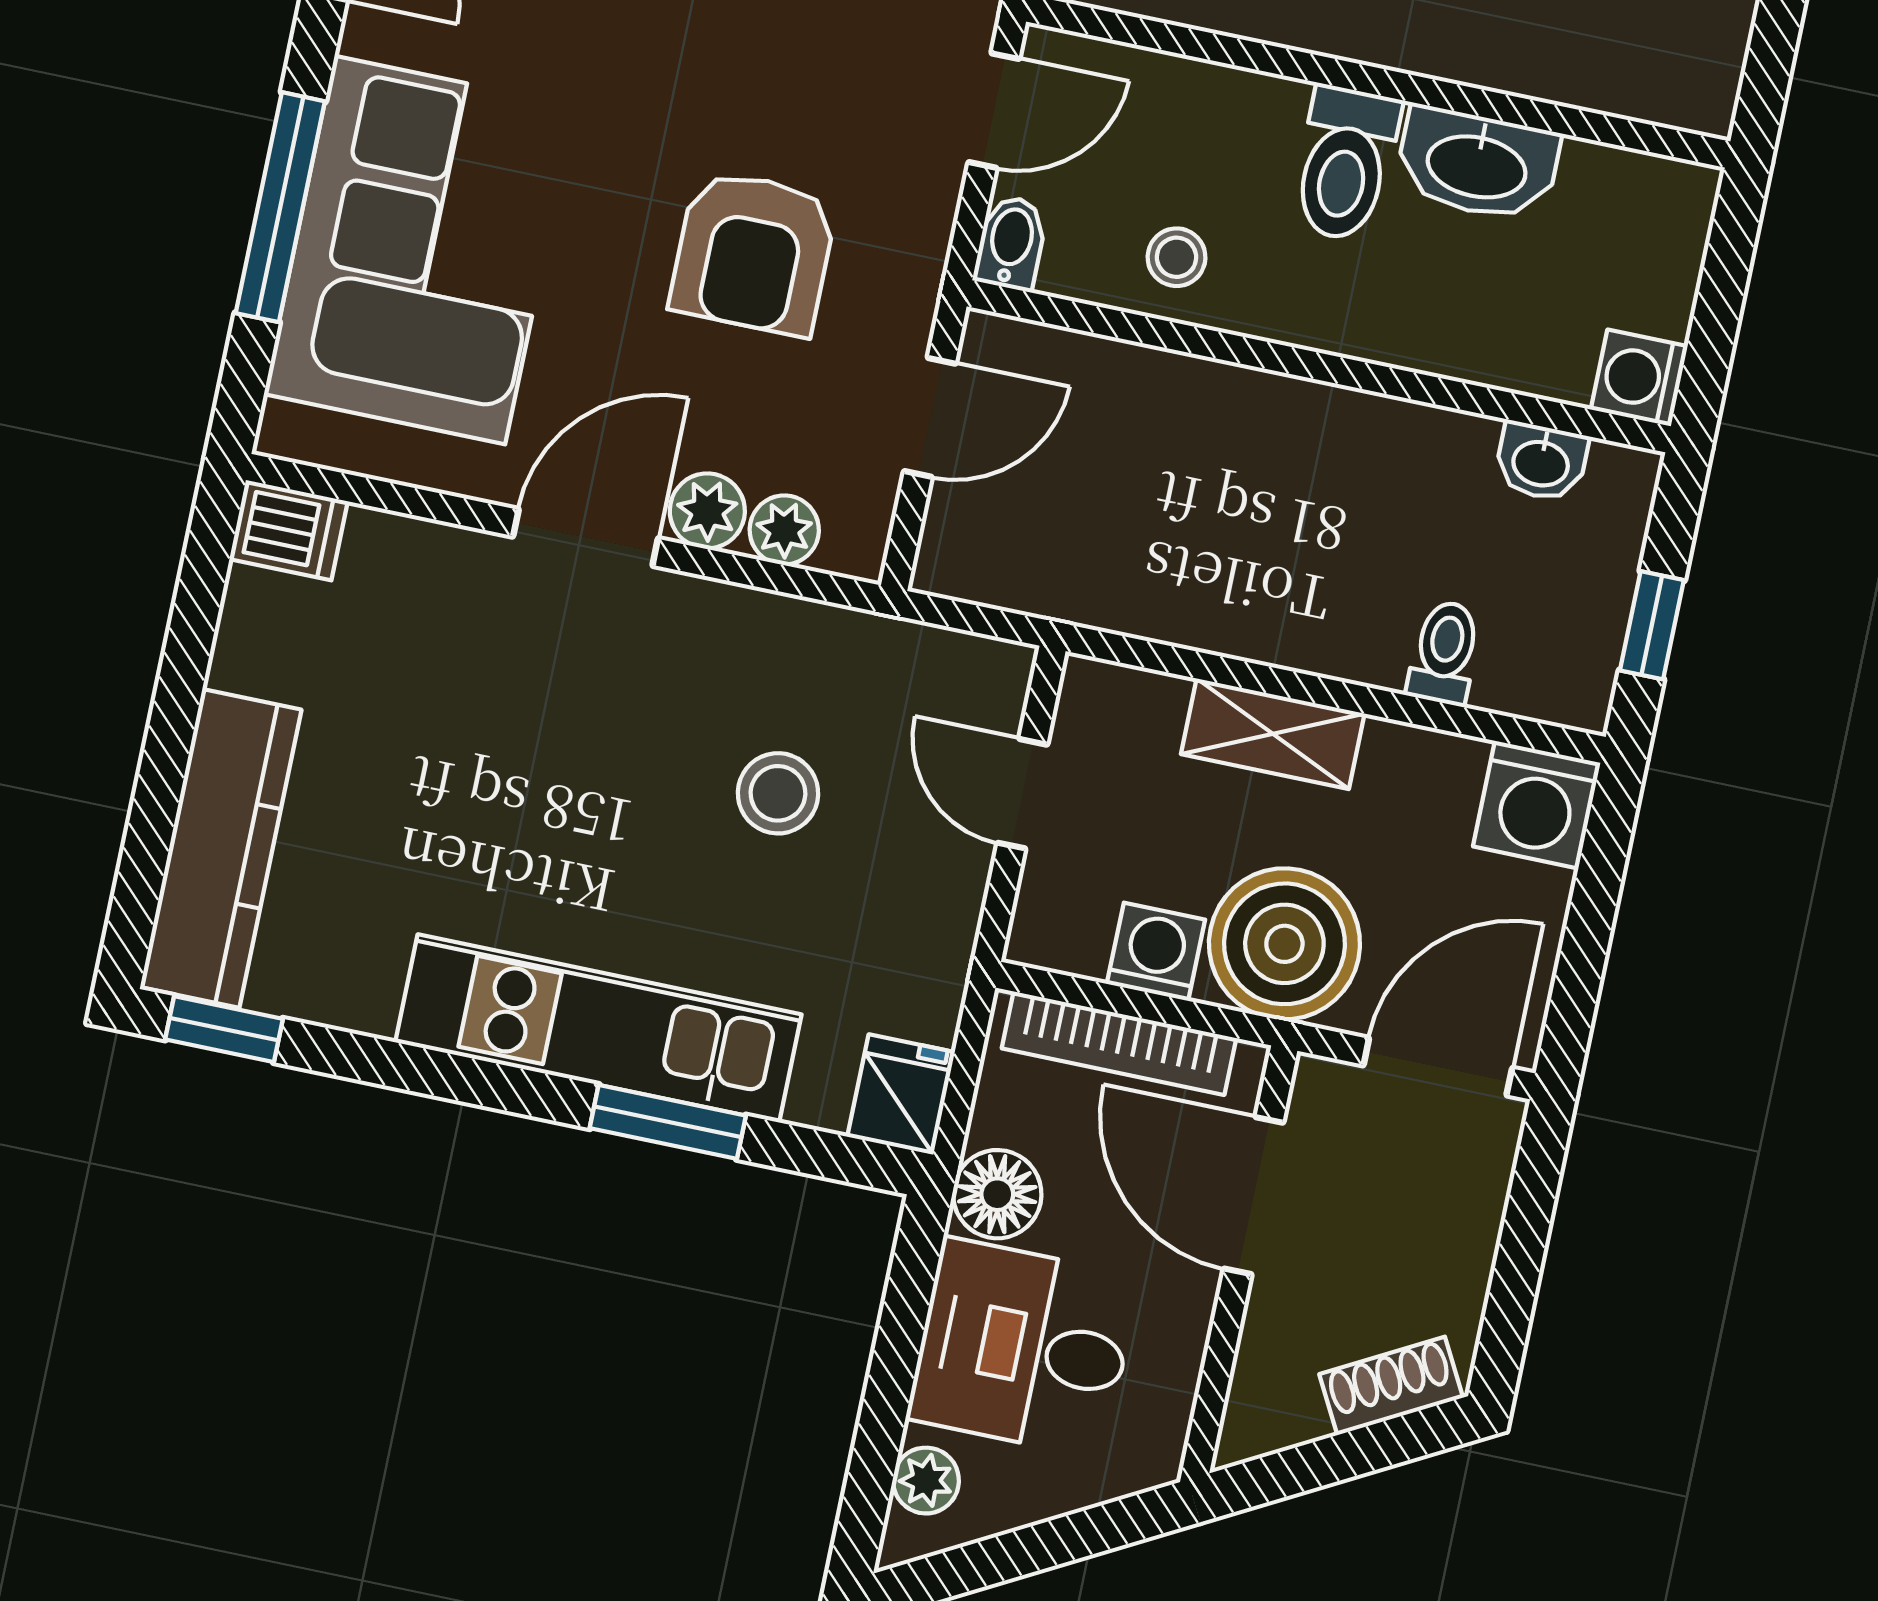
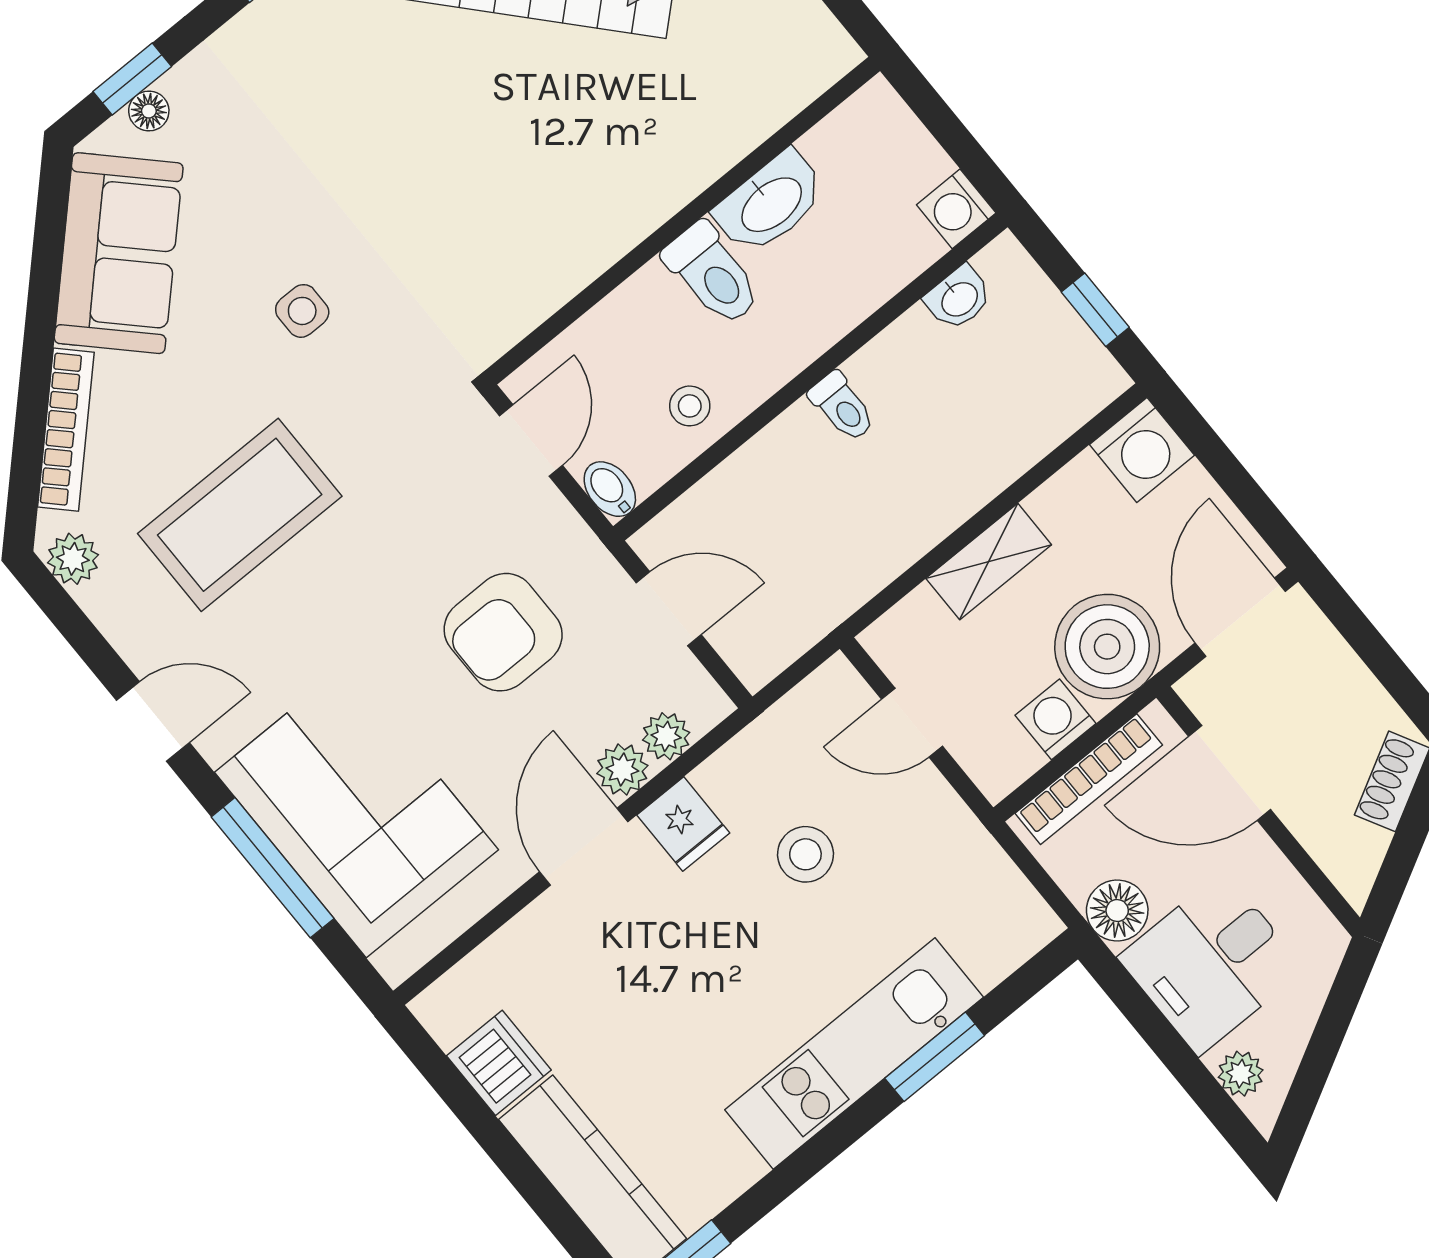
armchair: (753, 253) -> (503, 632), turned 90
door: (930, 417) -> (669, 609), hinge flipped
dishwasher: (289, 530) -> (499, 1063), moved, width x1.38
toilet: (1444, 653) -> (842, 407), moved, turned 180
fridge: (901, 1095) -> (683, 824), moved, turned 180

